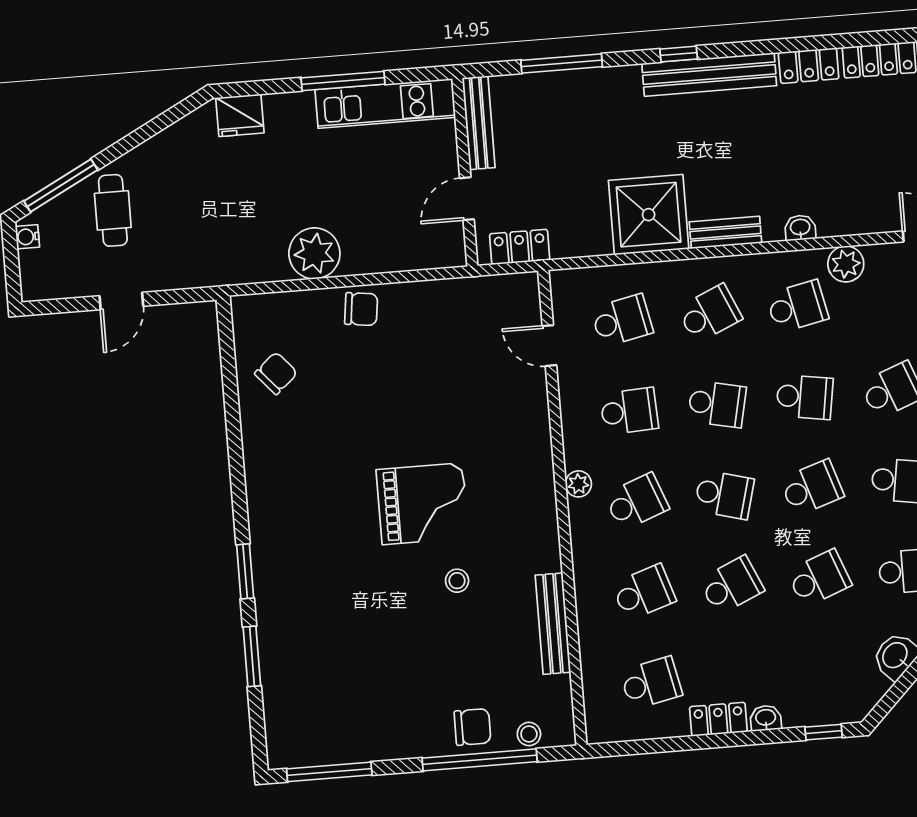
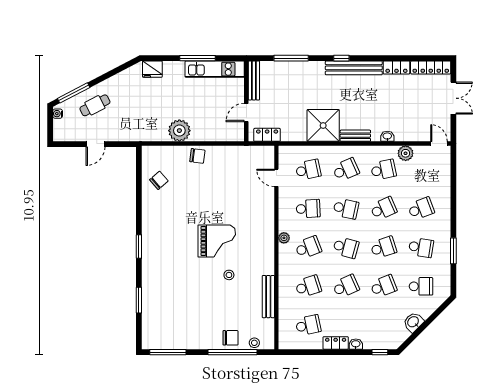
cafe table: (113, 210) -> (95, 105), turned 63
school desk: (805, 397) -> (383, 209), turned -33
window: (245, 571) -> (139, 246), moved

